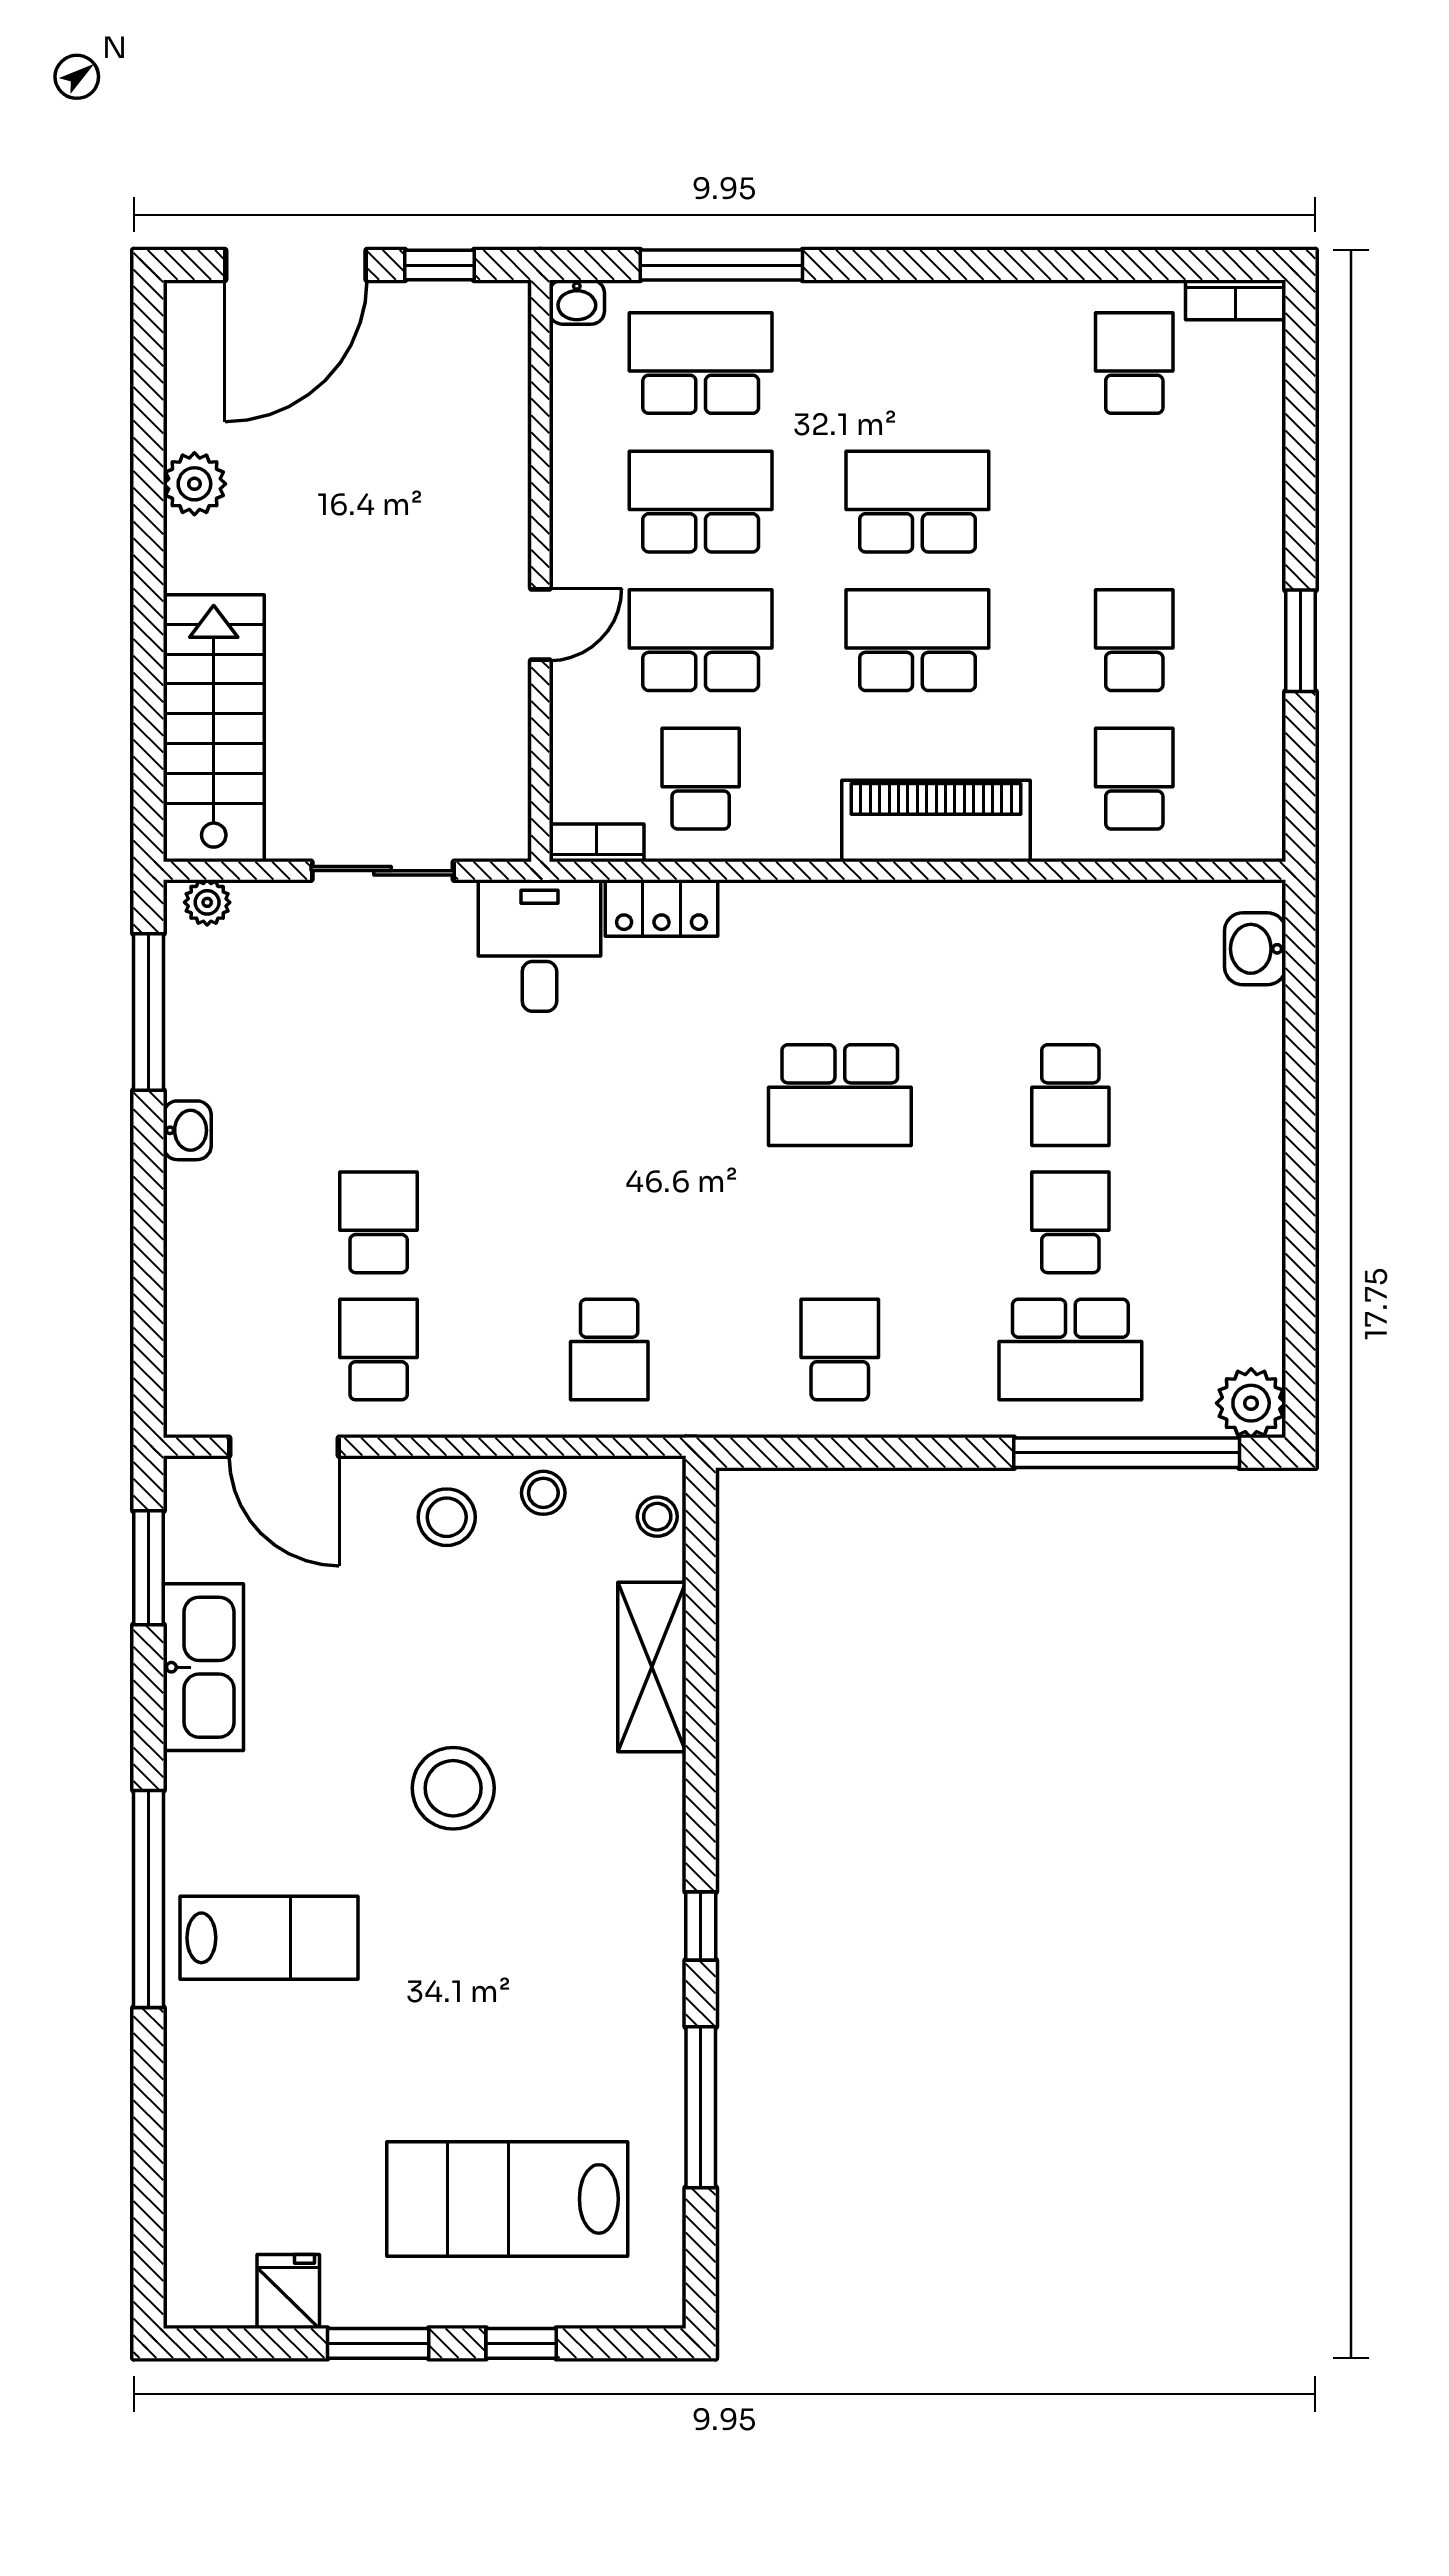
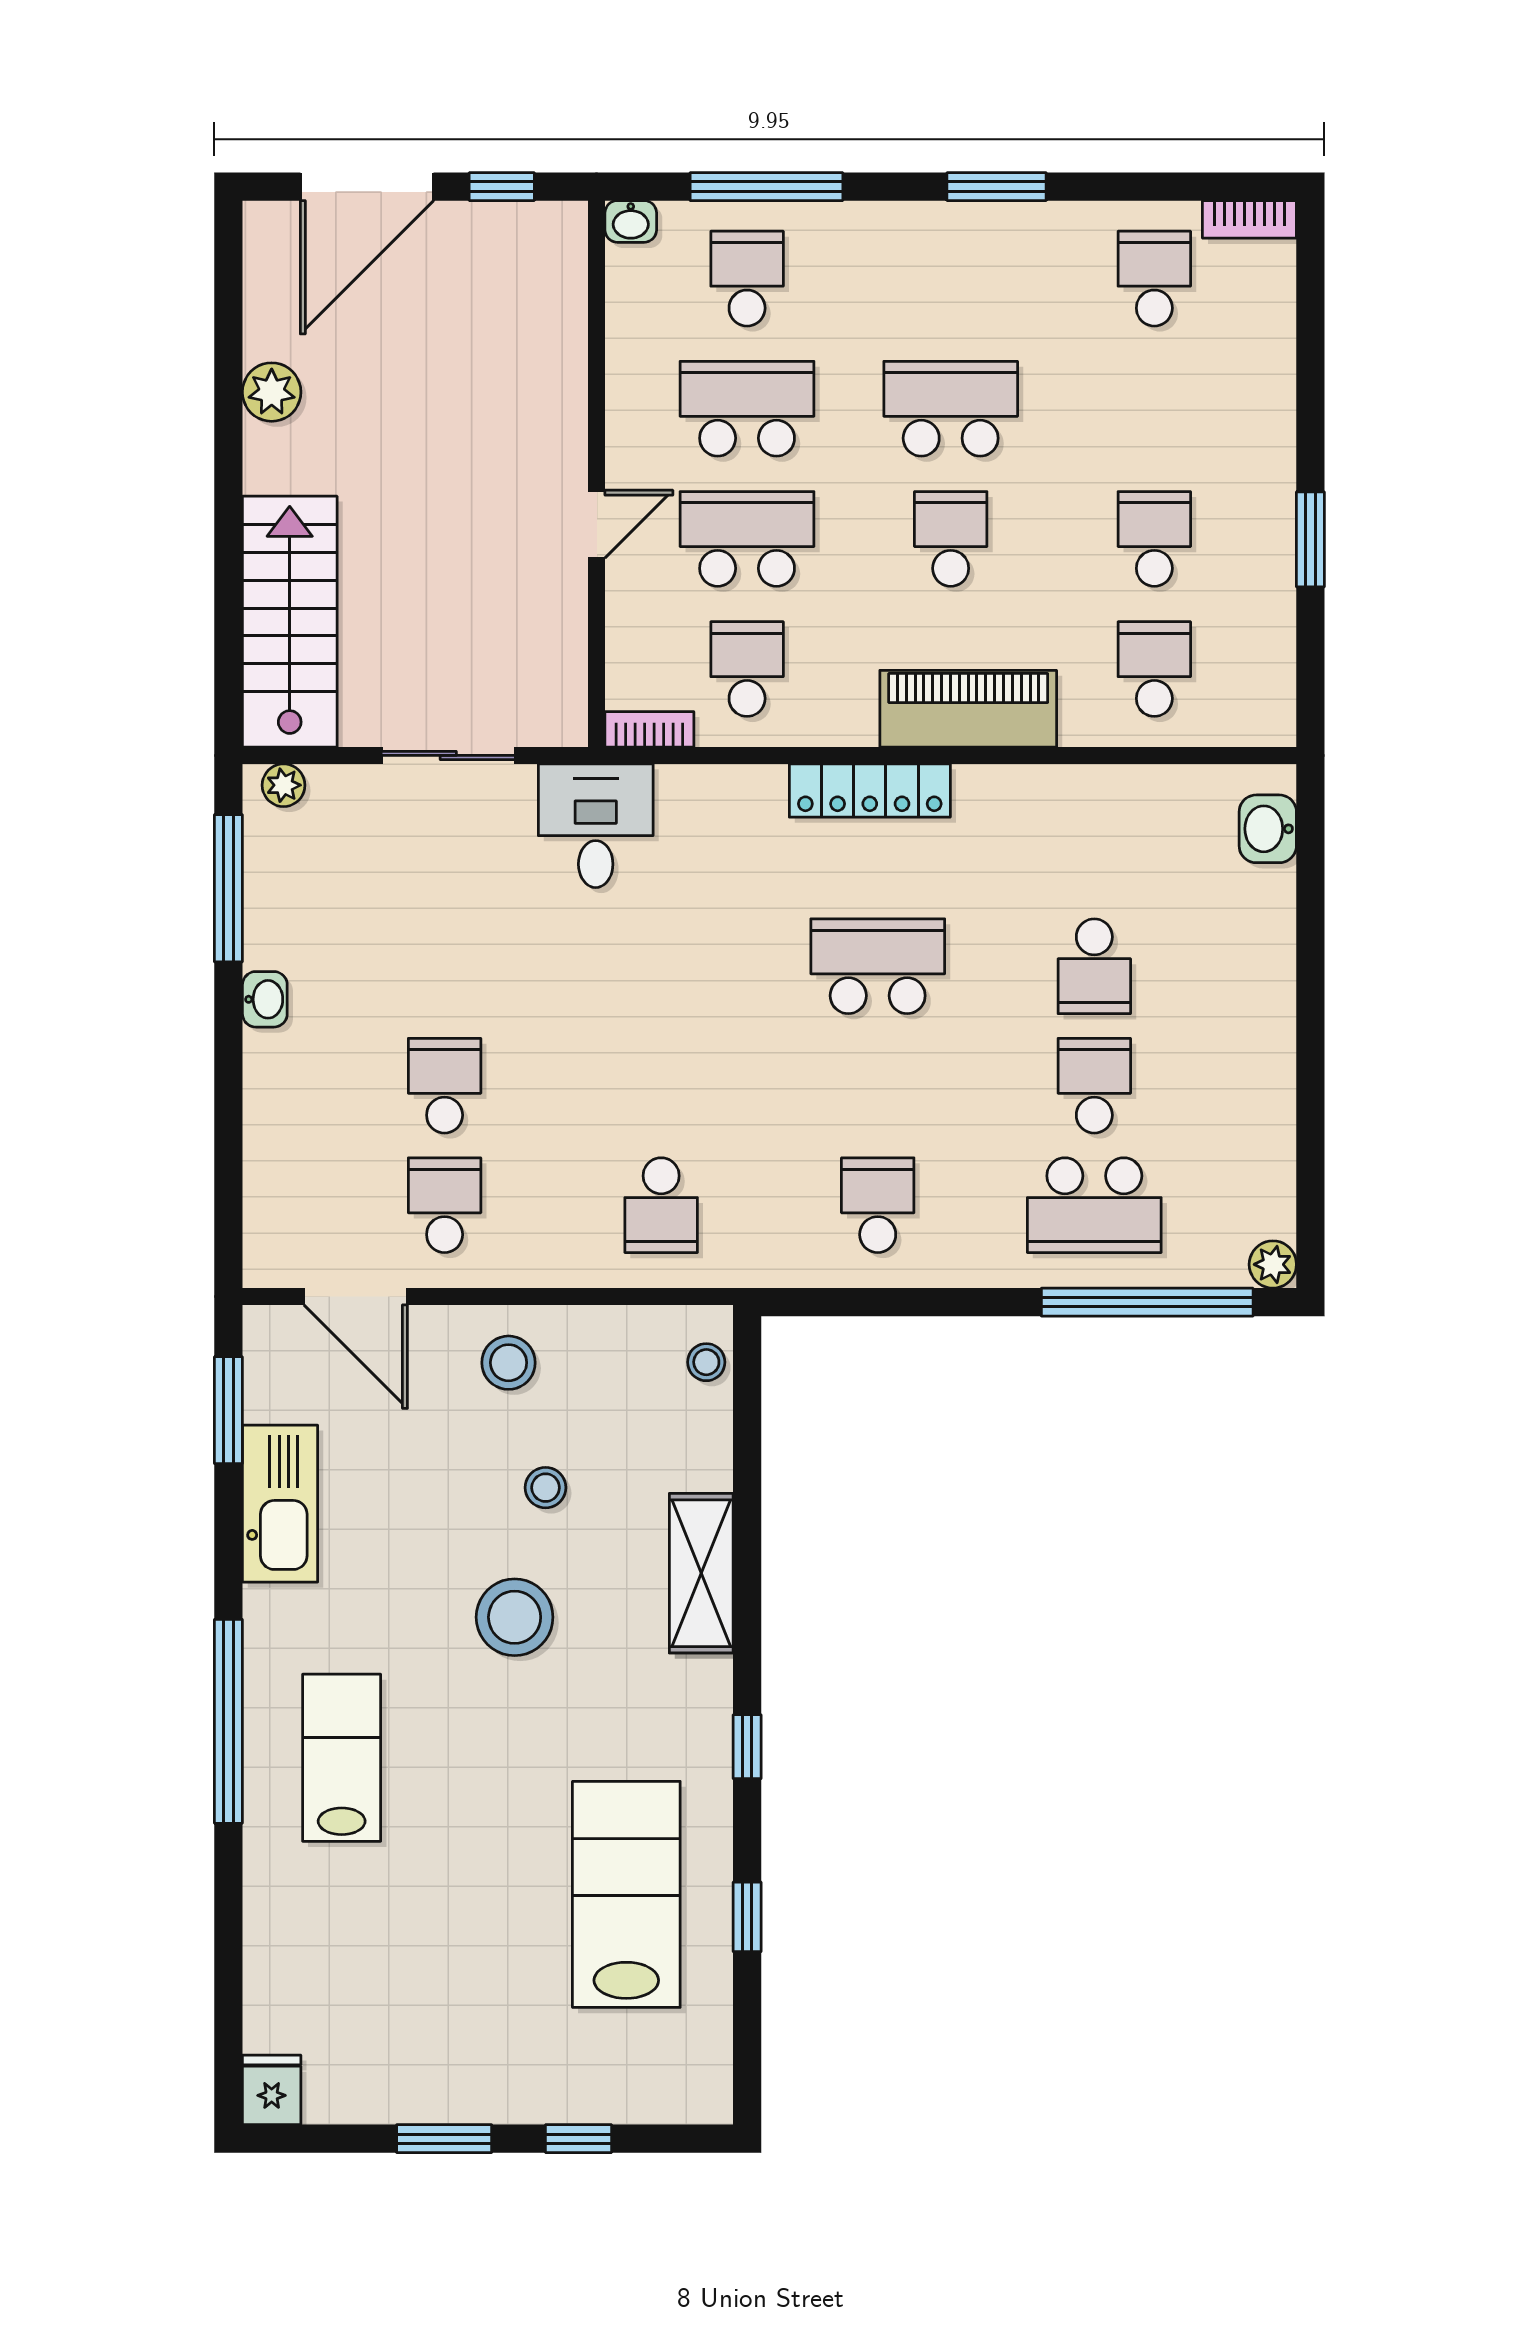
window: (966, 265) -> (997, 187), added
school desk: (701, 363) -> (747, 279), width x0.54
school desk: (917, 640) -> (951, 539), width x0.54
locker: (661, 908) -> (870, 791), moved, width x1.53
school desk: (840, 1095) -> (878, 966), turned 180
plant: (1251, 1403) -> (1273, 1264), width x0.73, depth x0.73
stool: (543, 1493) -> (546, 1488), moved
shelving: (652, 1667) -> (701, 1573), moved
lab bench: (269, 1938) -> (342, 1758), turned -90
window: (701, 2107) -> (747, 1917), width x0.46
lab bench: (507, 2199) -> (626, 1894), moved, turned 90
fridge: (288, 2291) -> (272, 2090), moved

